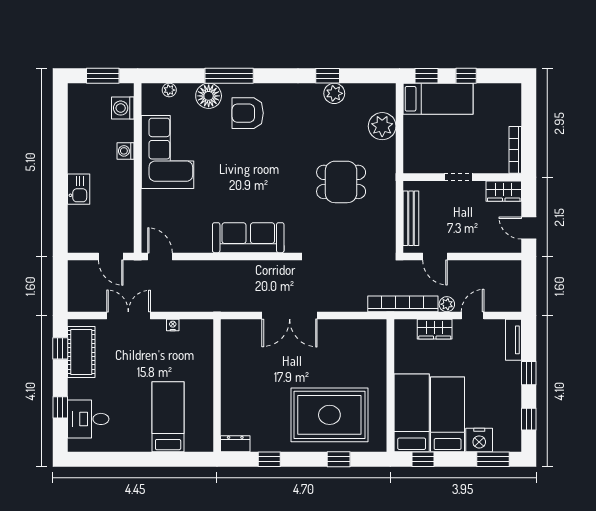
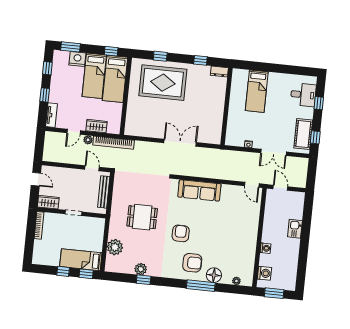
corner sofa: (167, 152) -> (241, 245), removed
armchair: (273, 161) -> (181, 233), added

